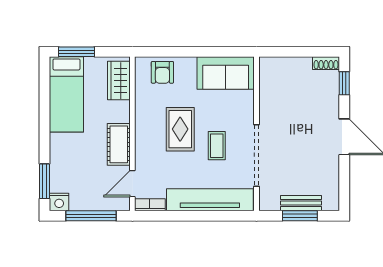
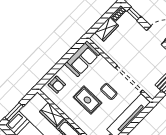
wardrobe: (292, 68) -> (107, 29), added
wardrobe: (119, 81) -> (52, 115), moved

